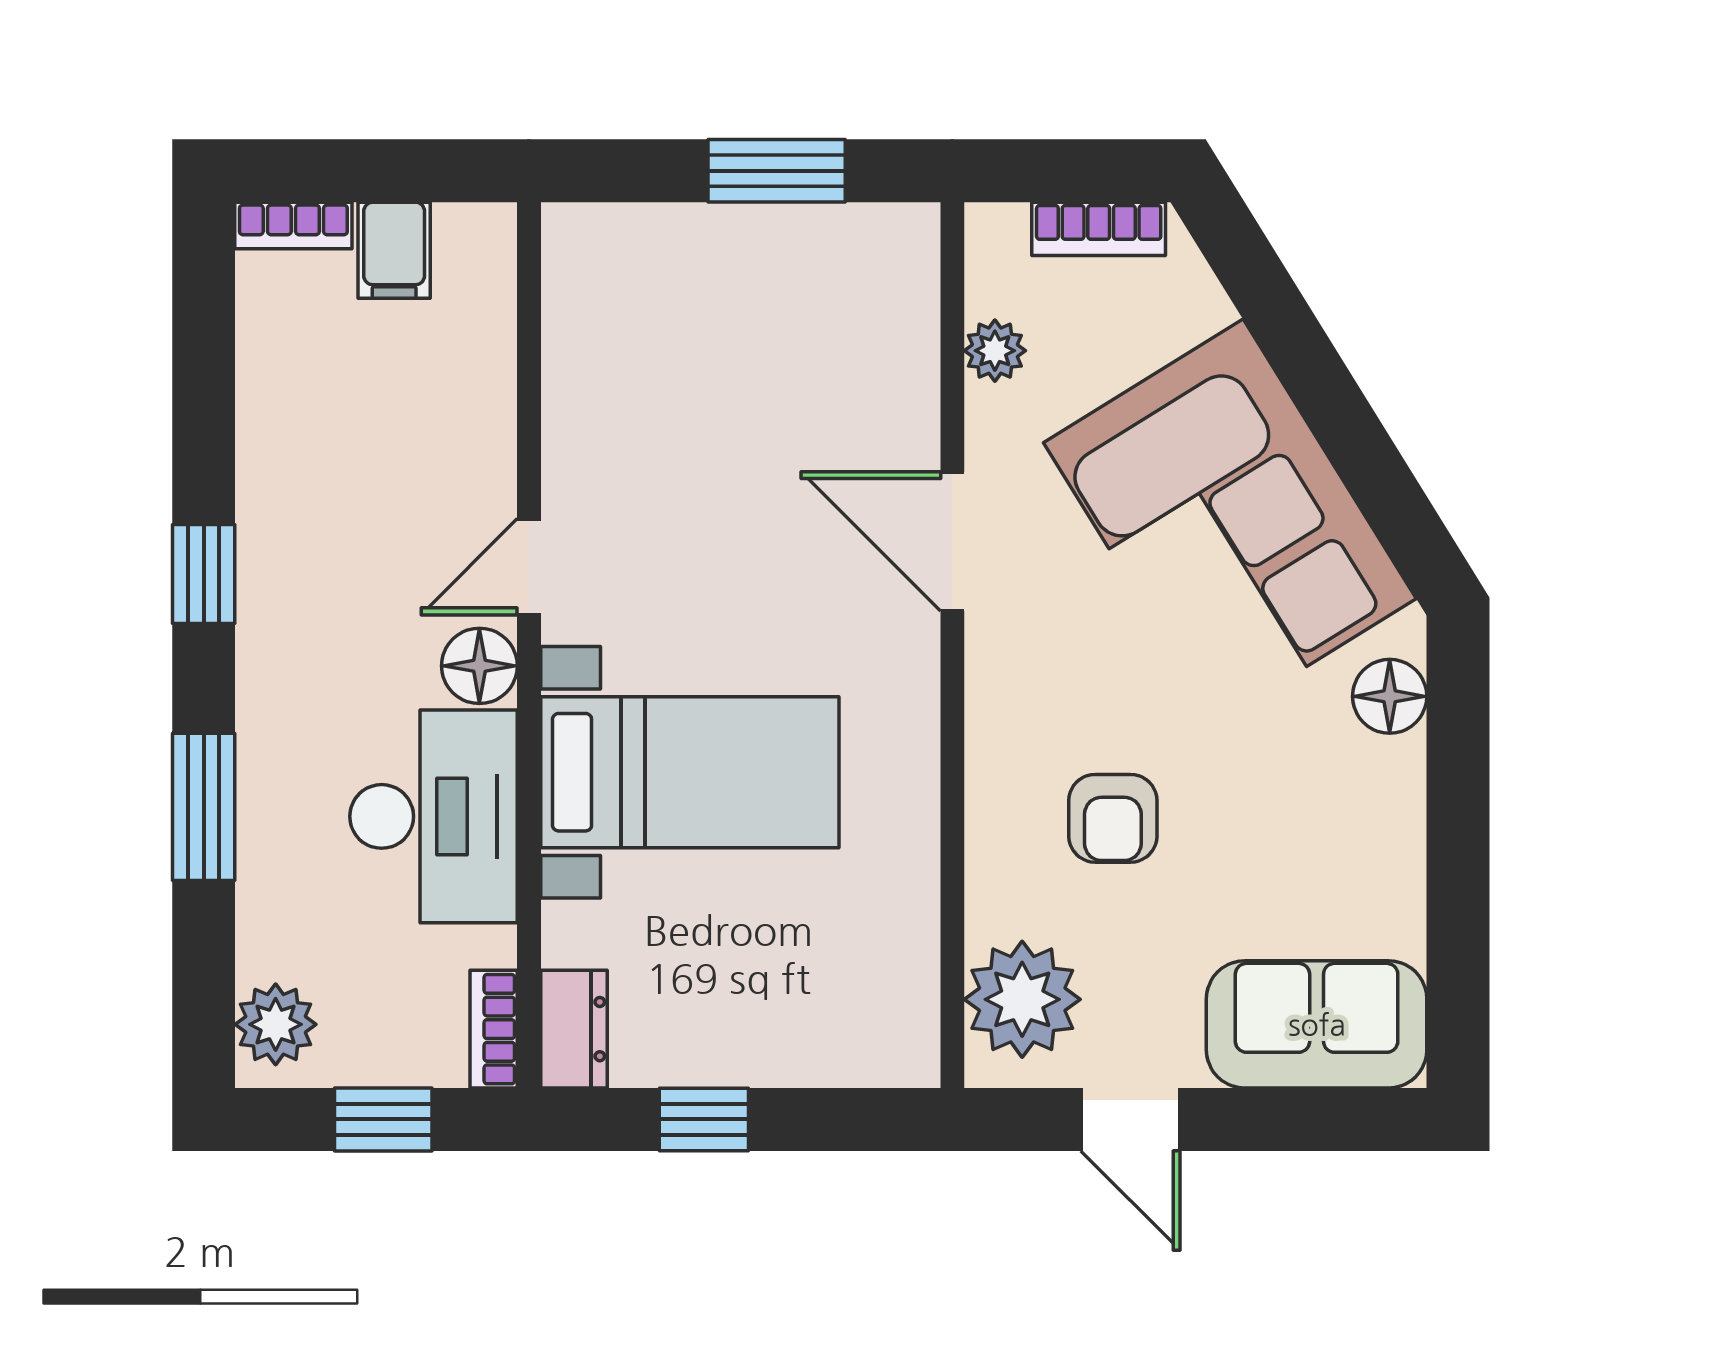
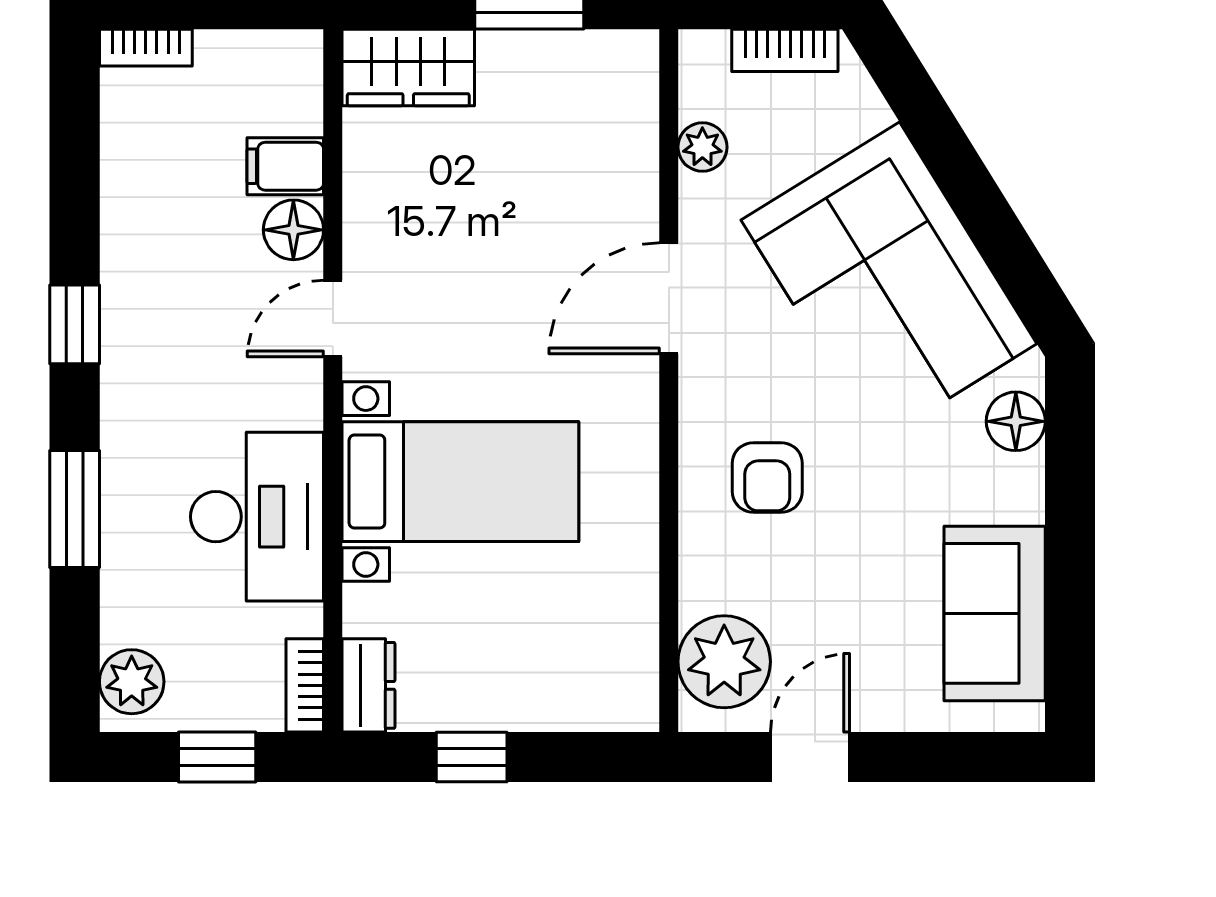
filing cabinet: (394, 250) -> (285, 166), moved, turned 90
wardrobe: (624, 250) -> (408, 67), added
door: (952, 541) -> (669, 298), hinge flipped
floor lamp: (479, 666) -> (293, 230), moved
armchair: (1113, 818) -> (767, 477), moved
sofa: (1317, 1024) -> (995, 613), moved, turned -90
door: (1130, 1119) -> (810, 757), swing flipped

